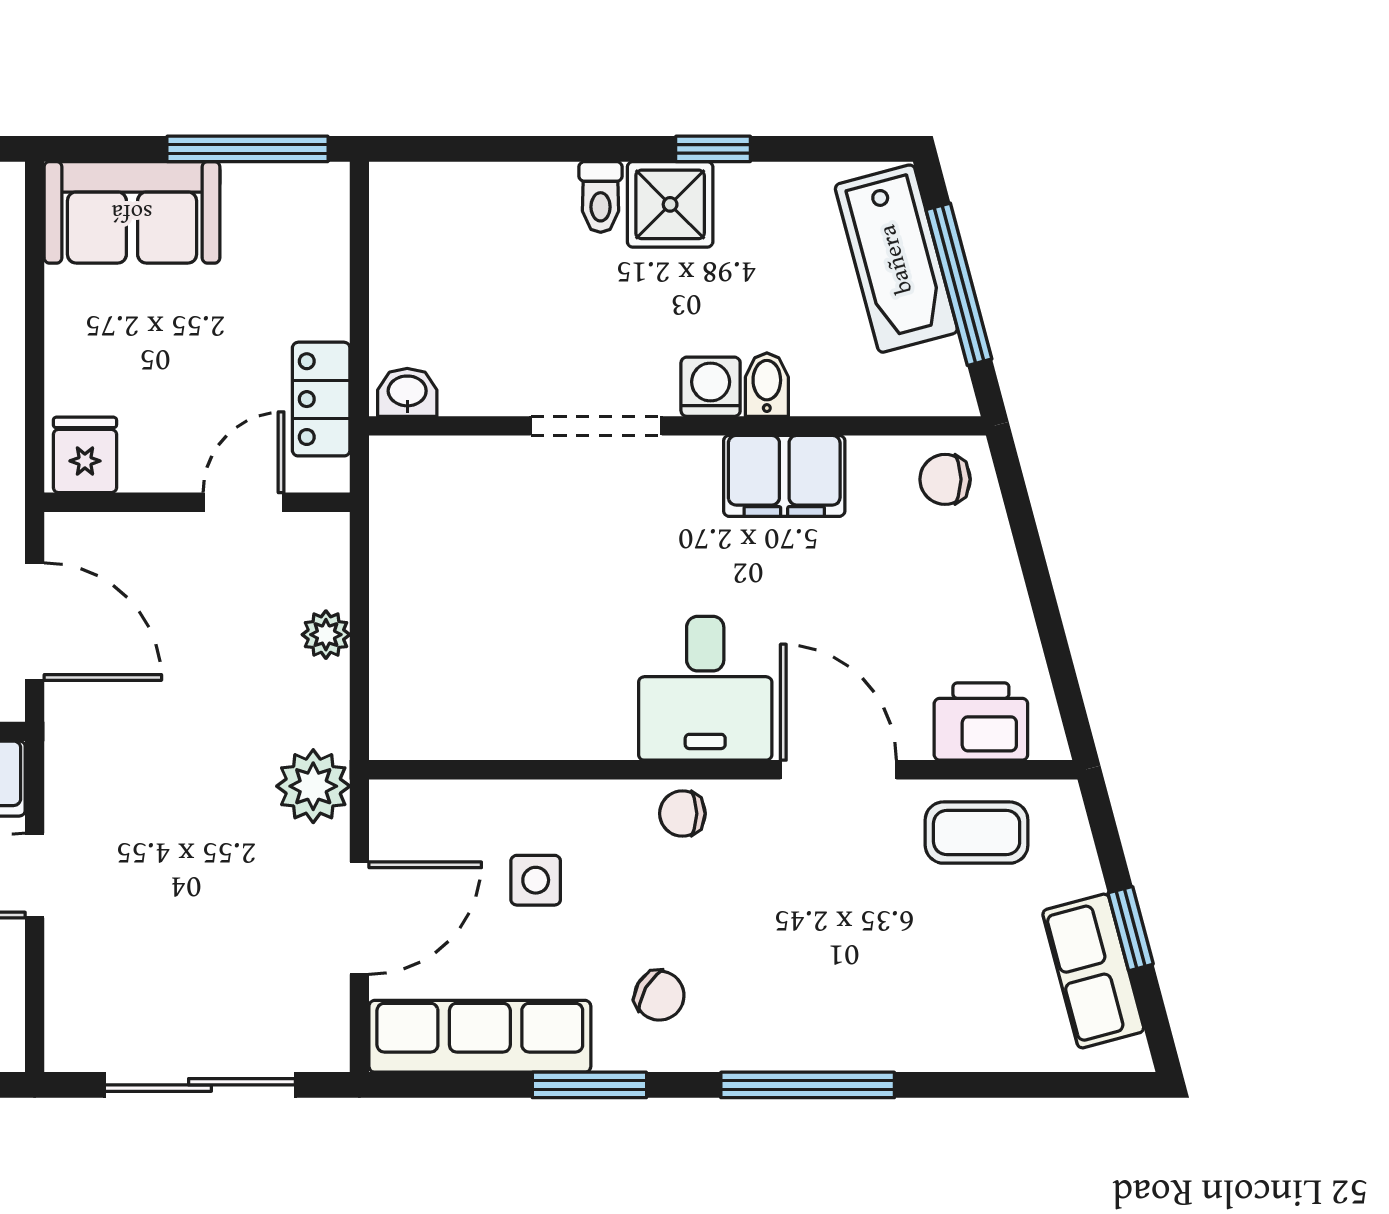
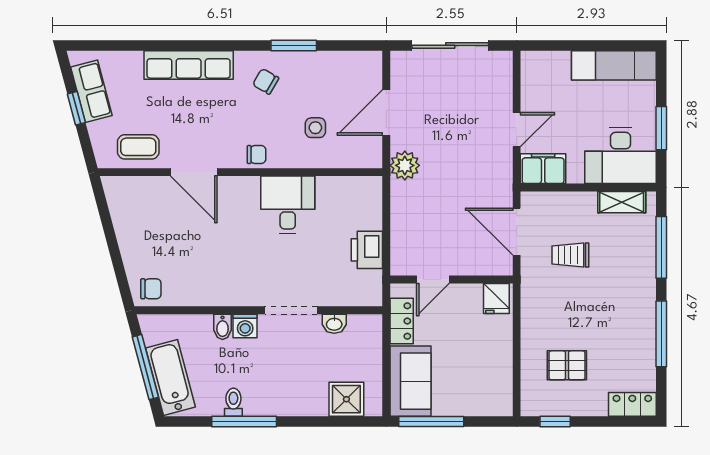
window: (713, 149) -> (244, 422), width x2.17
toilet: (601, 197) -> (233, 402), moved
shower: (670, 204) -> (346, 399), moved
sofa: (132, 212) -> (410, 381), moved, turned 90
washbasin: (407, 392) -> (334, 324), moved
filing cabinet: (784, 476) -> (216, 290), removed
plant: (326, 635) -> (400, 226), removed
desk: (705, 688) -> (288, 205), moved
printer: (981, 721) -> (367, 250), moved, turned 90
row of seats: (480, 1036) -> (189, 65), moved
window: (808, 1085) -> (206, 45), removed

